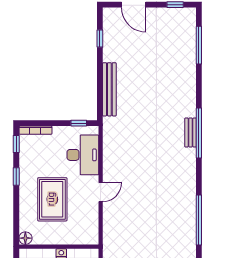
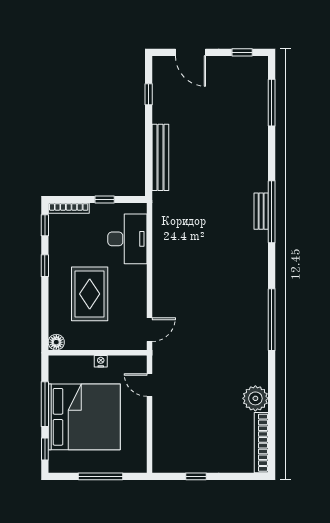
window: (79, 123) -> (105, 200), moved
door: (101, 192) -> (150, 330), moved

